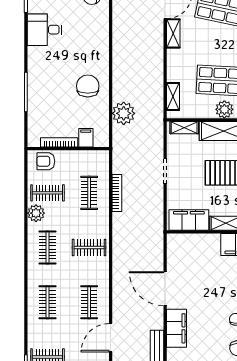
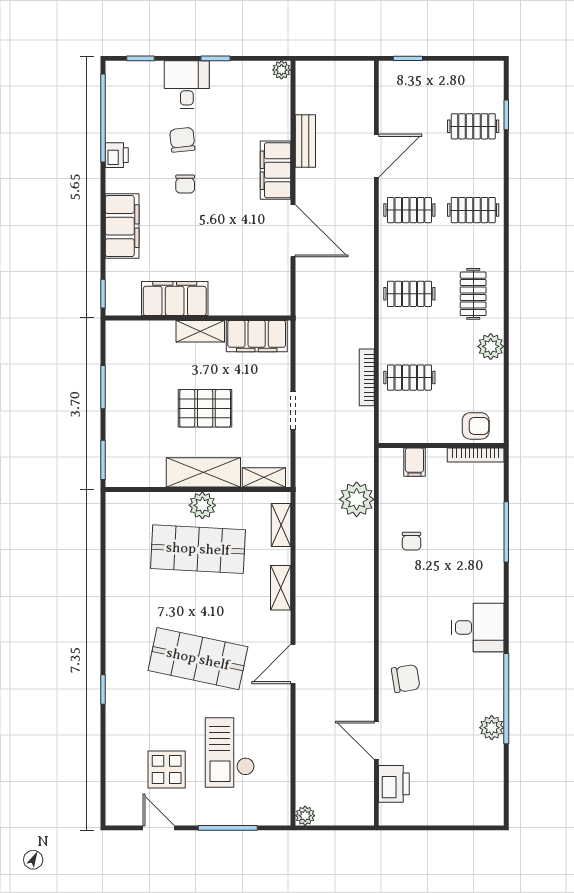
shelving: (173, 33) -> (281, 588), moved
chair: (88, 86) -> (411, 541), width x0.54, depth x0.54
bookcase: (59, 142) -> (476, 455), moved
clothes rail: (47, 193) -> (473, 378), removed
clothes rail: (89, 193) -> (409, 378), turned 90
clothes rail: (47, 302) -> (473, 210), turned 90
clothes rail: (89, 302) -> (409, 210), turned 90

